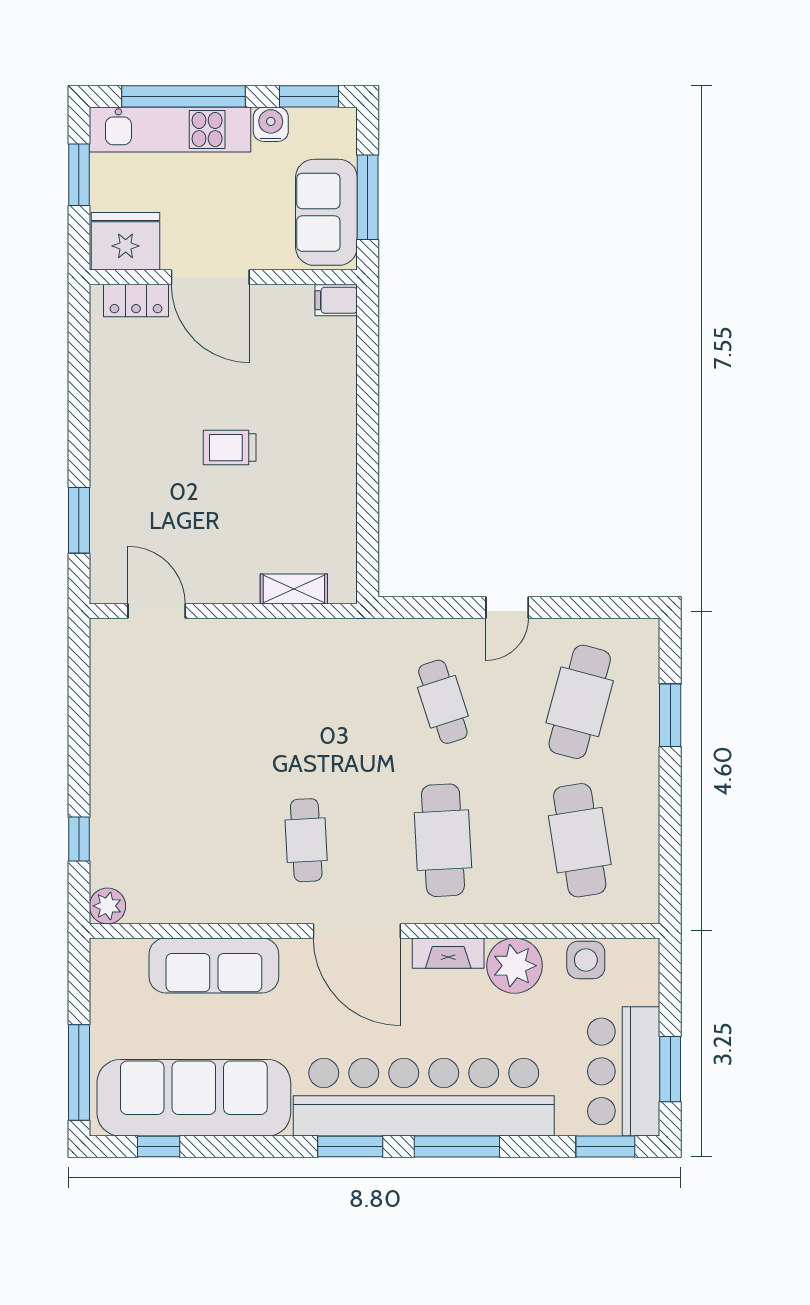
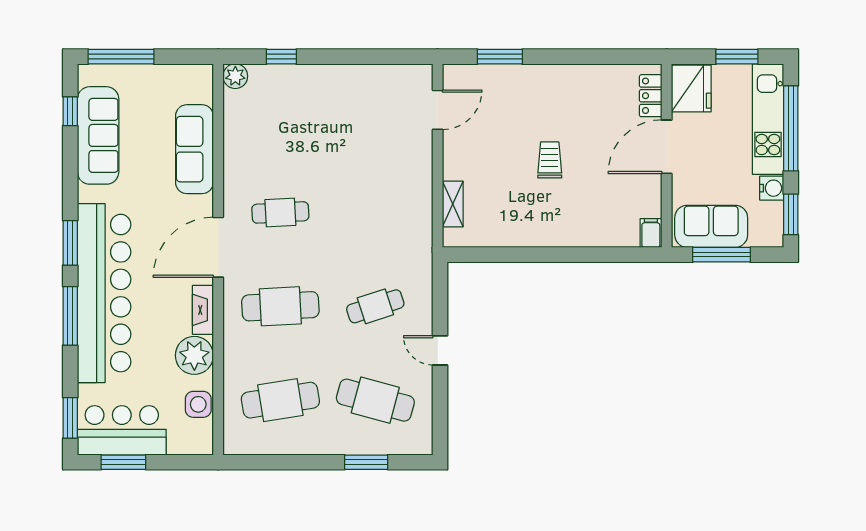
sofa: (194, 1098) -> (98, 135), width x0.74, depth x0.79

